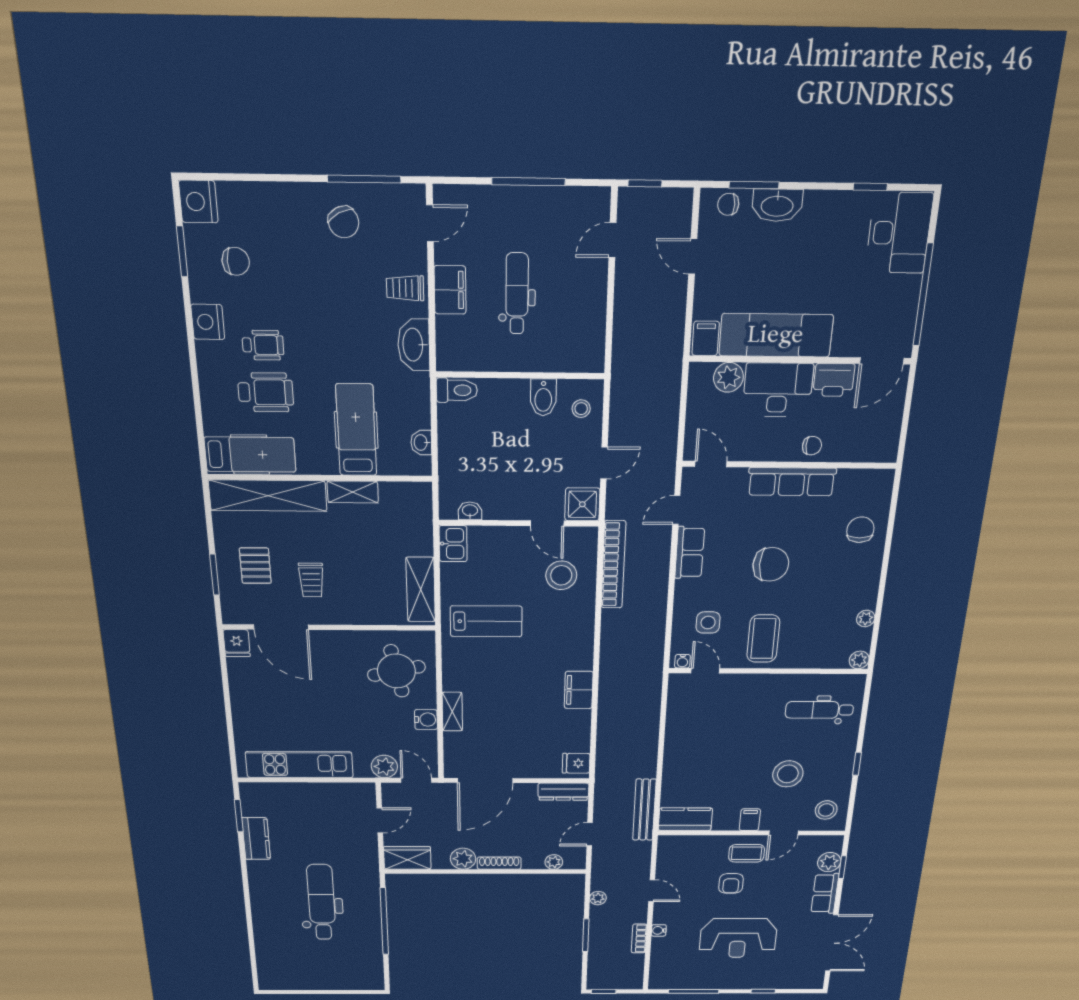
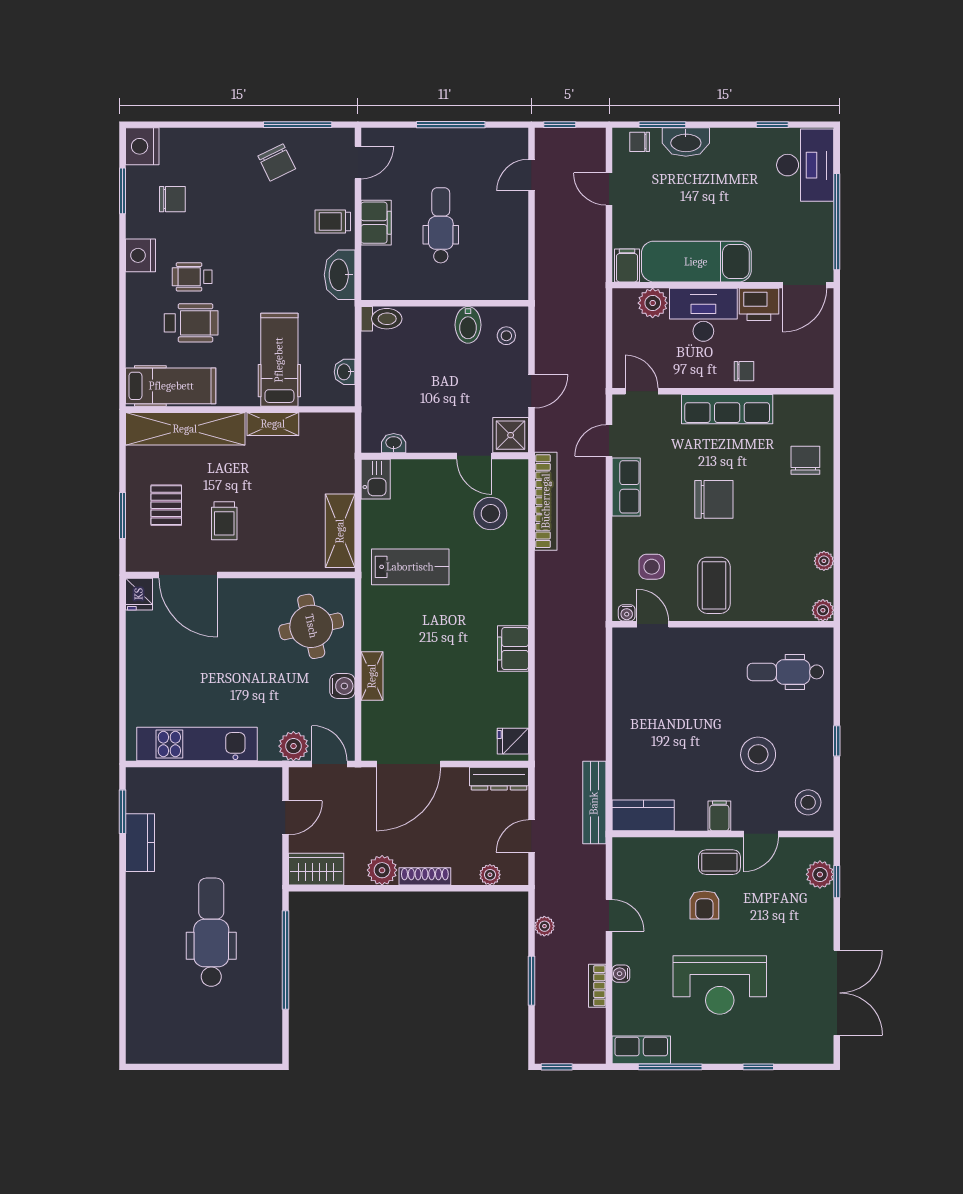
wheelchair: (263, 345) -> (192, 277), turned 180
row of seats: (825, 893) -> (641, 1050), moved, turned 90

